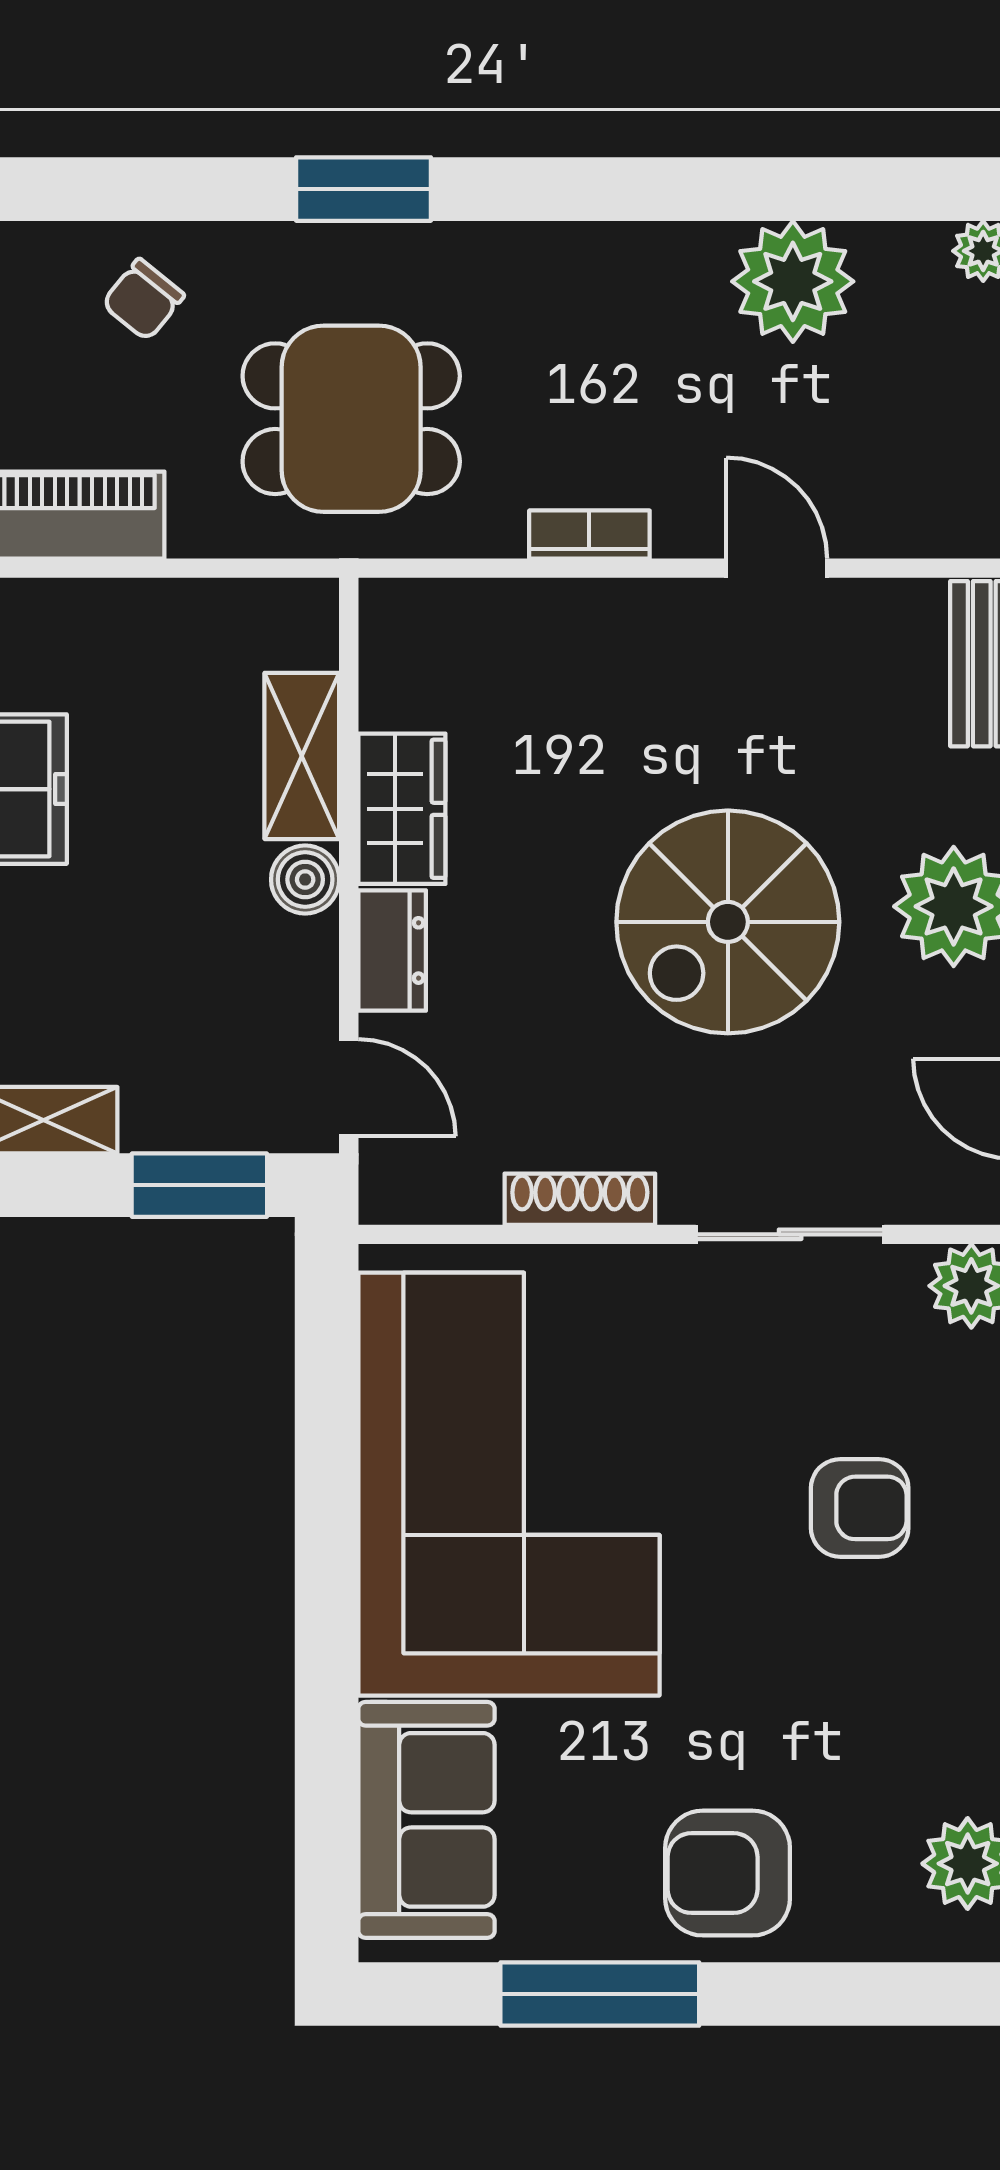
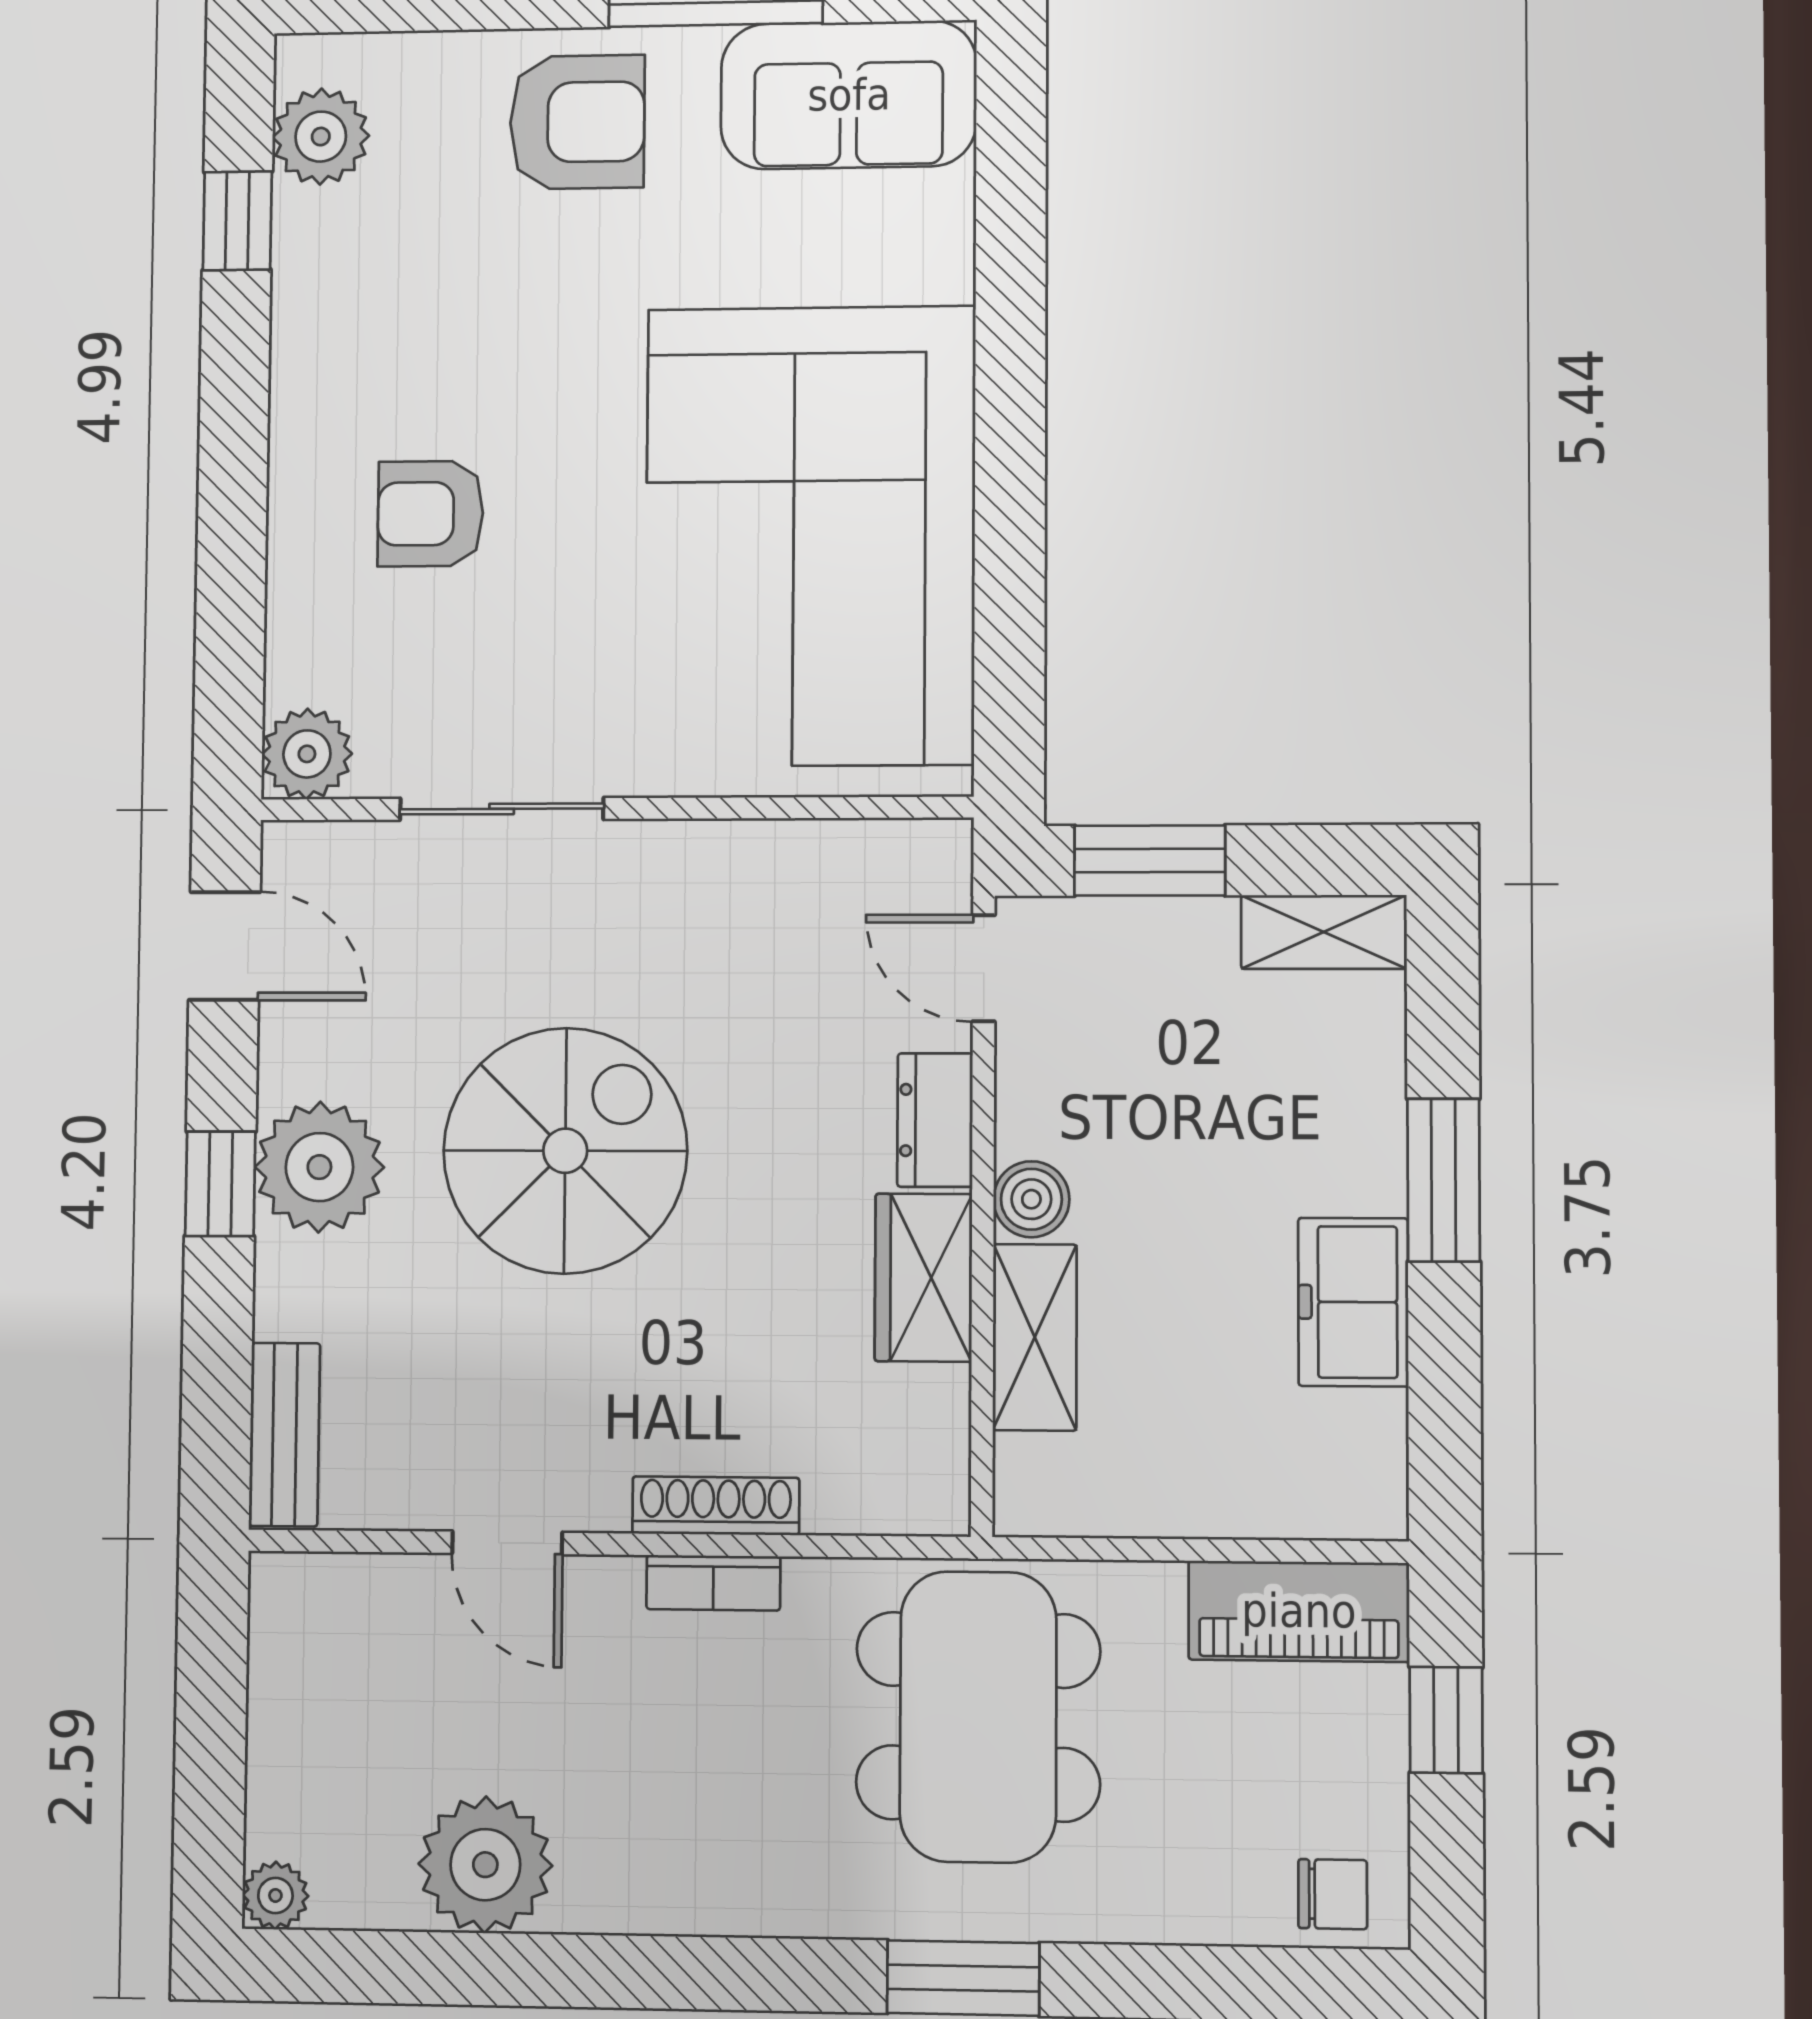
chair: (143, 300) -> (1333, 1894), moved, turned 51
dining table: (351, 419) -> (978, 1717), width x1.38
shoe rack: (580, 1199) -> (716, 1506), moved, turned 180
sofa: (426, 1820) -> (849, 95), moved, turned -90

